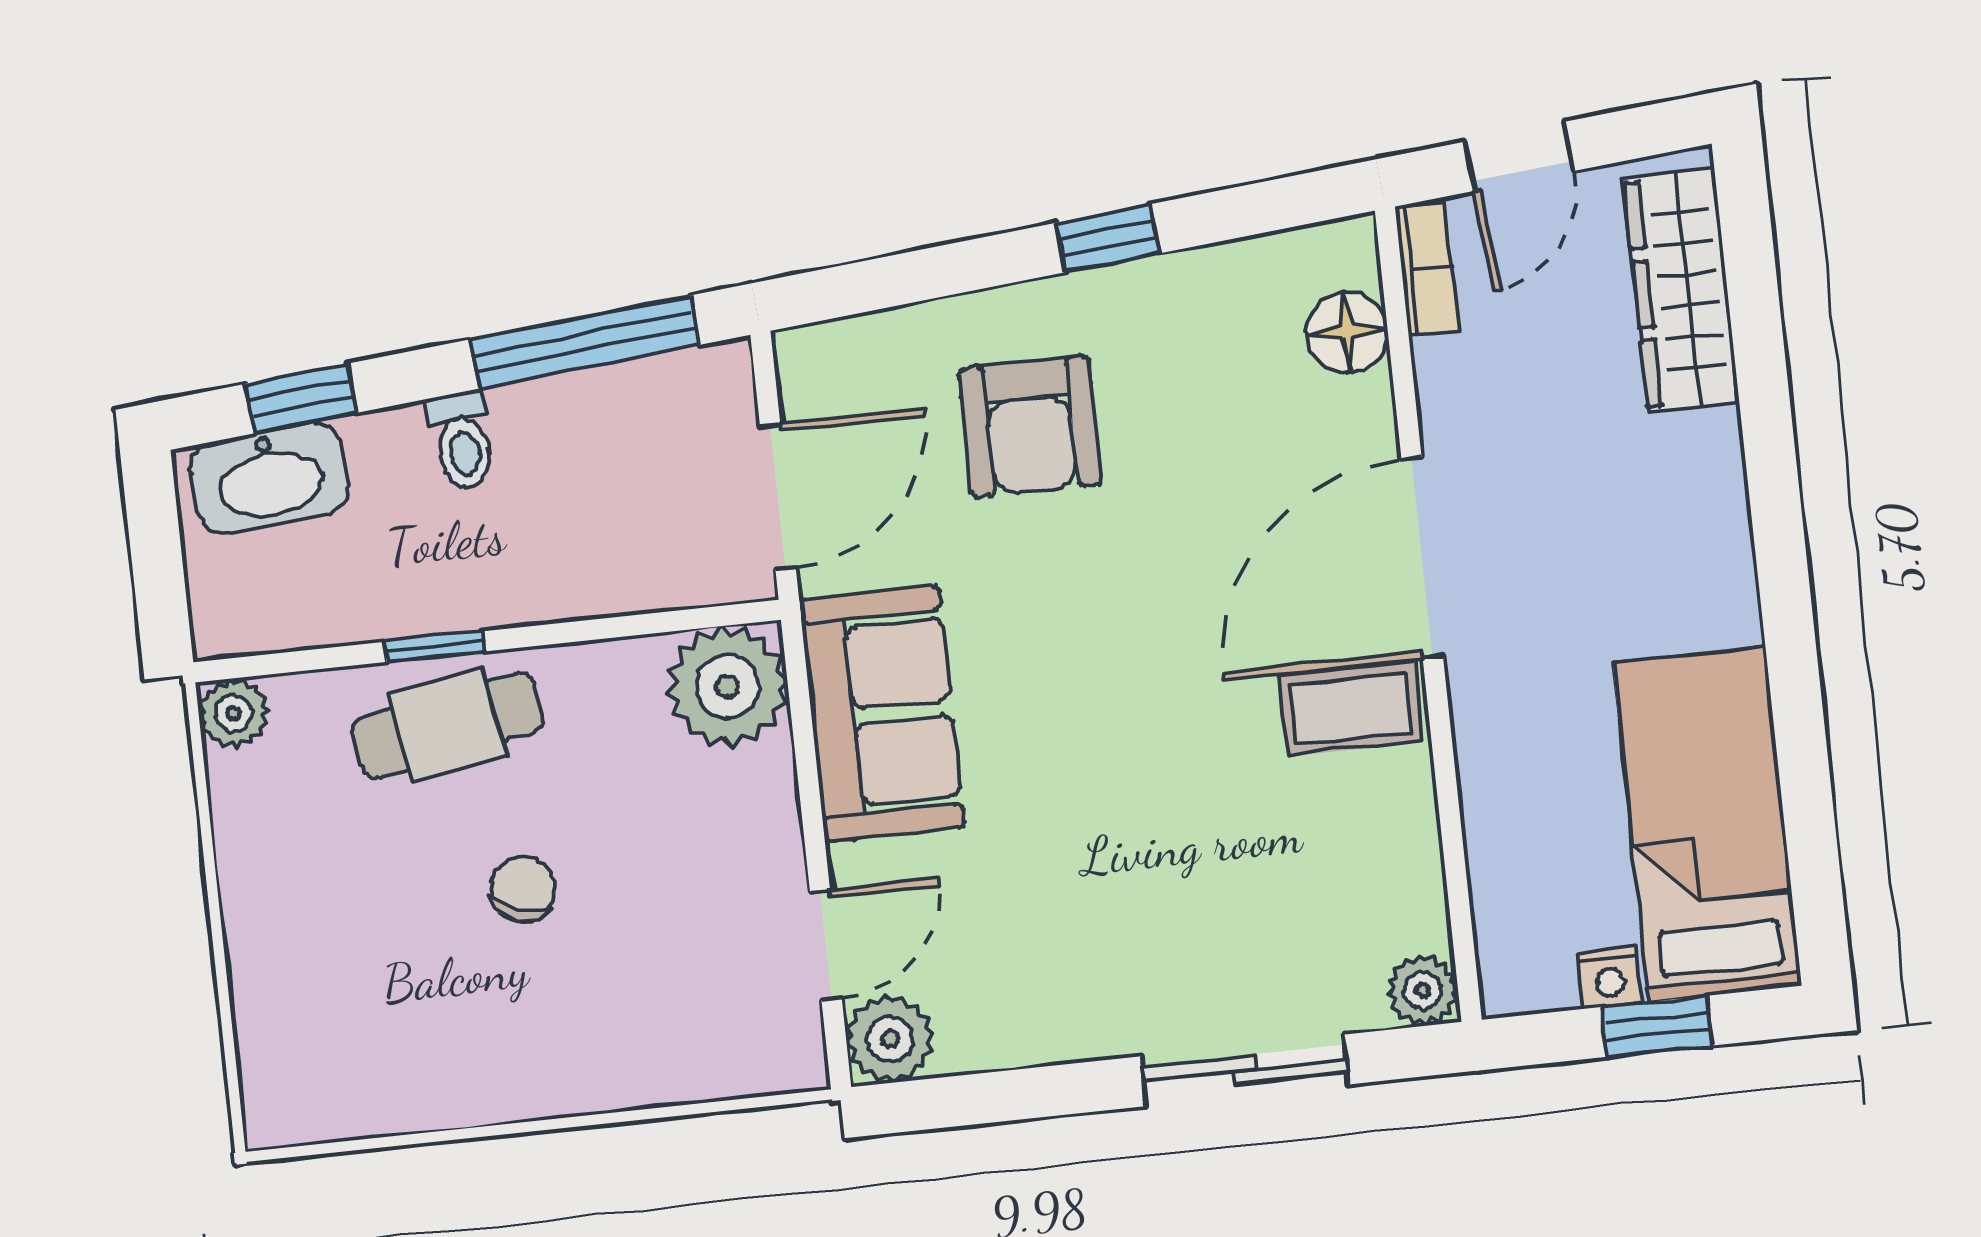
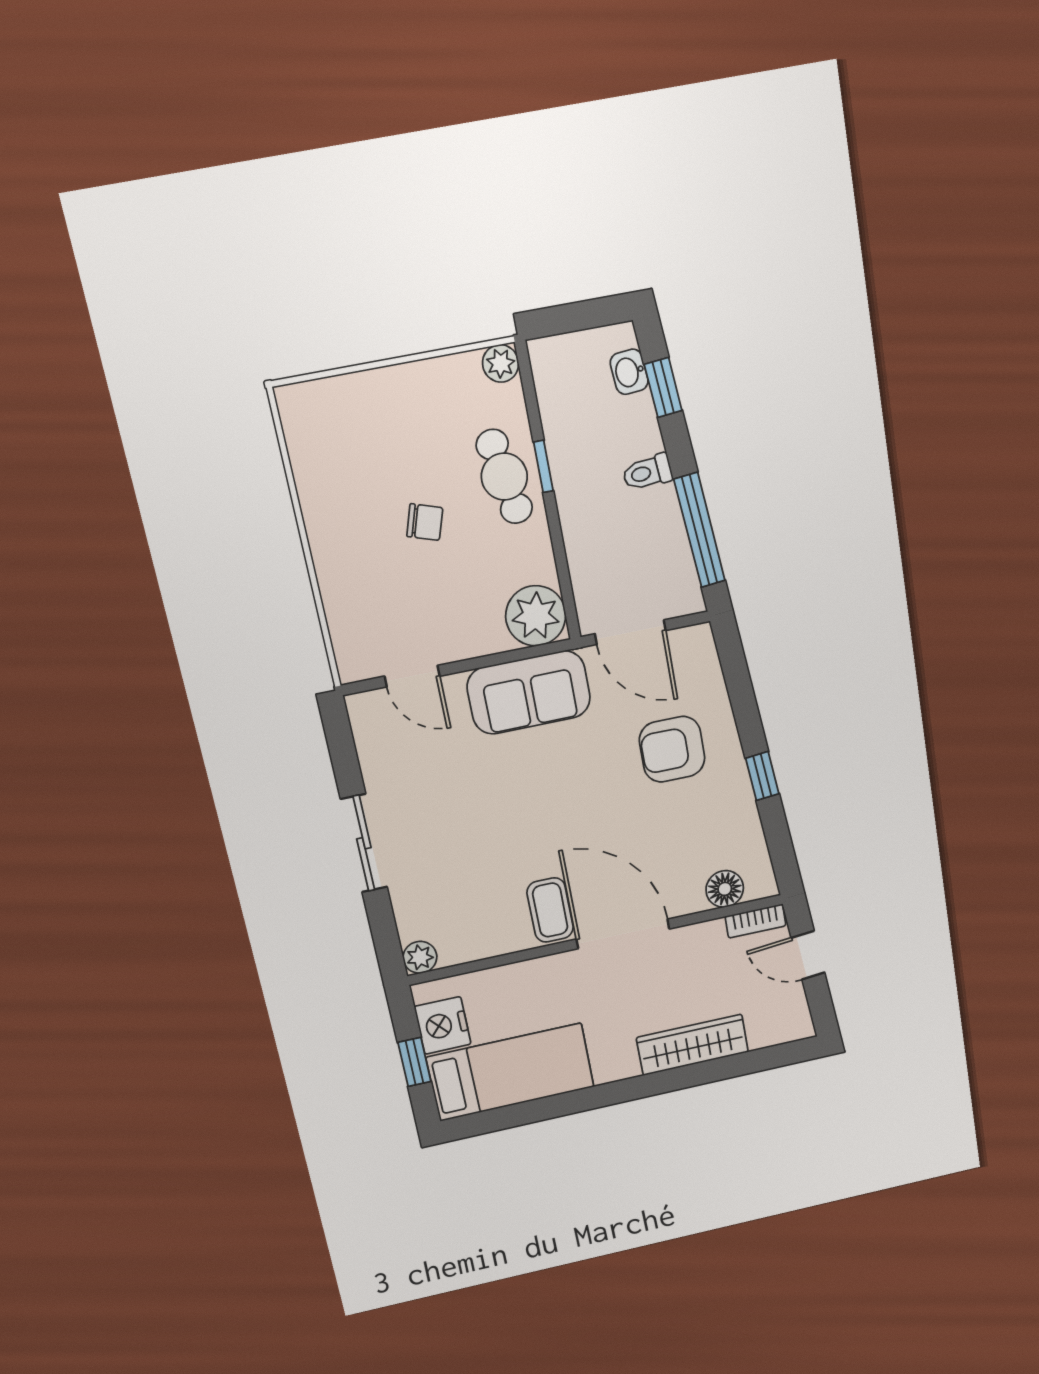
wardrobe: (1681, 290) -> (692, 1045), moved
washbasin: (270, 478) -> (629, 372), width x0.52, depth x0.69
nightstand: (1610, 978) -> (443, 1025), width x1.89, depth x1.79
plant: (890, 1039) -> (369, 712), removed
sliding door: (1245, 1070) -> (364, 843), moved

